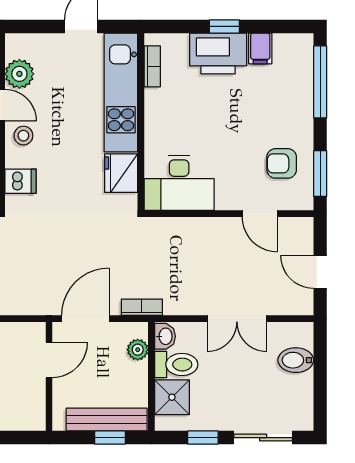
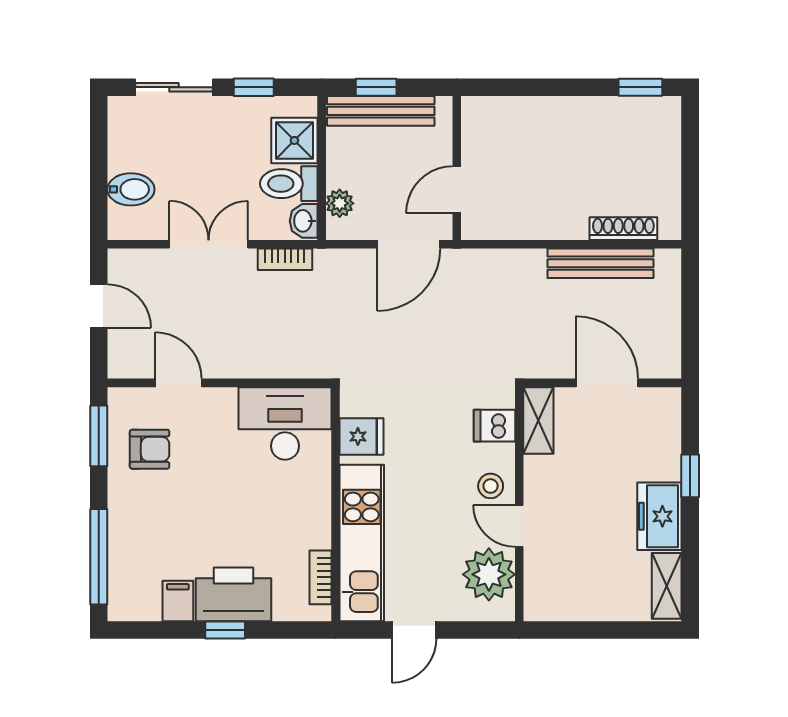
plant: (19, 74) -> (489, 574), width x1.36, depth x1.36
fridge: (121, 173) -> (361, 436), width x0.72
bookcase: (142, 307) -> (285, 259), moved

